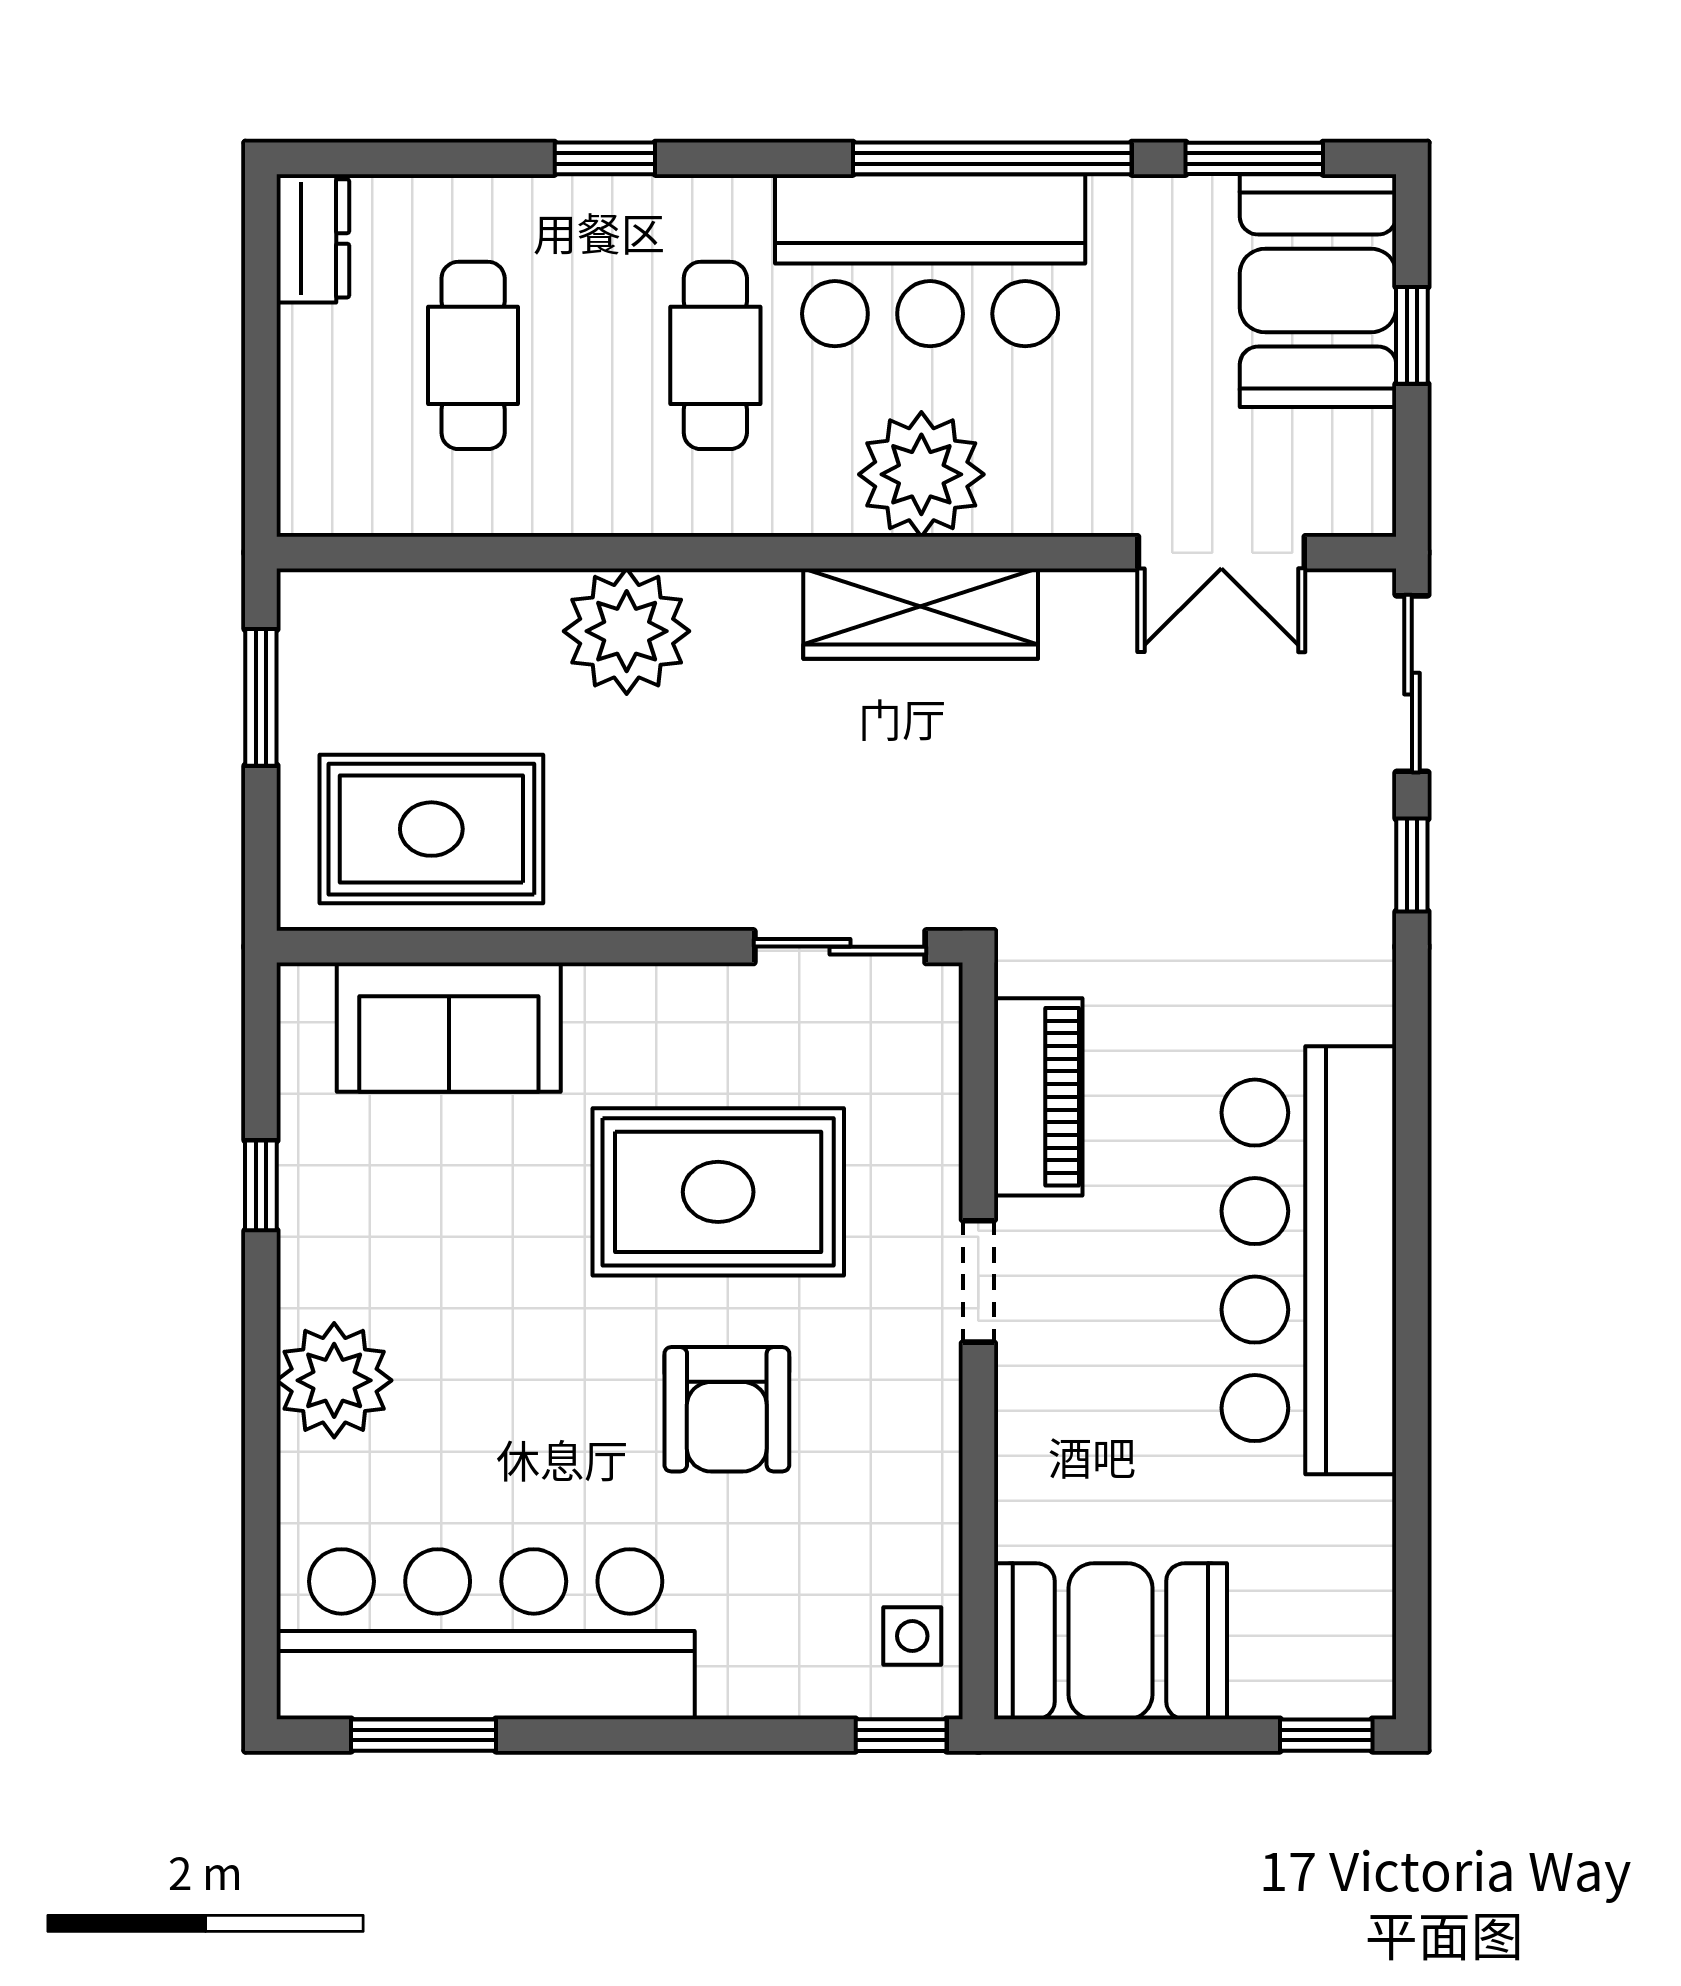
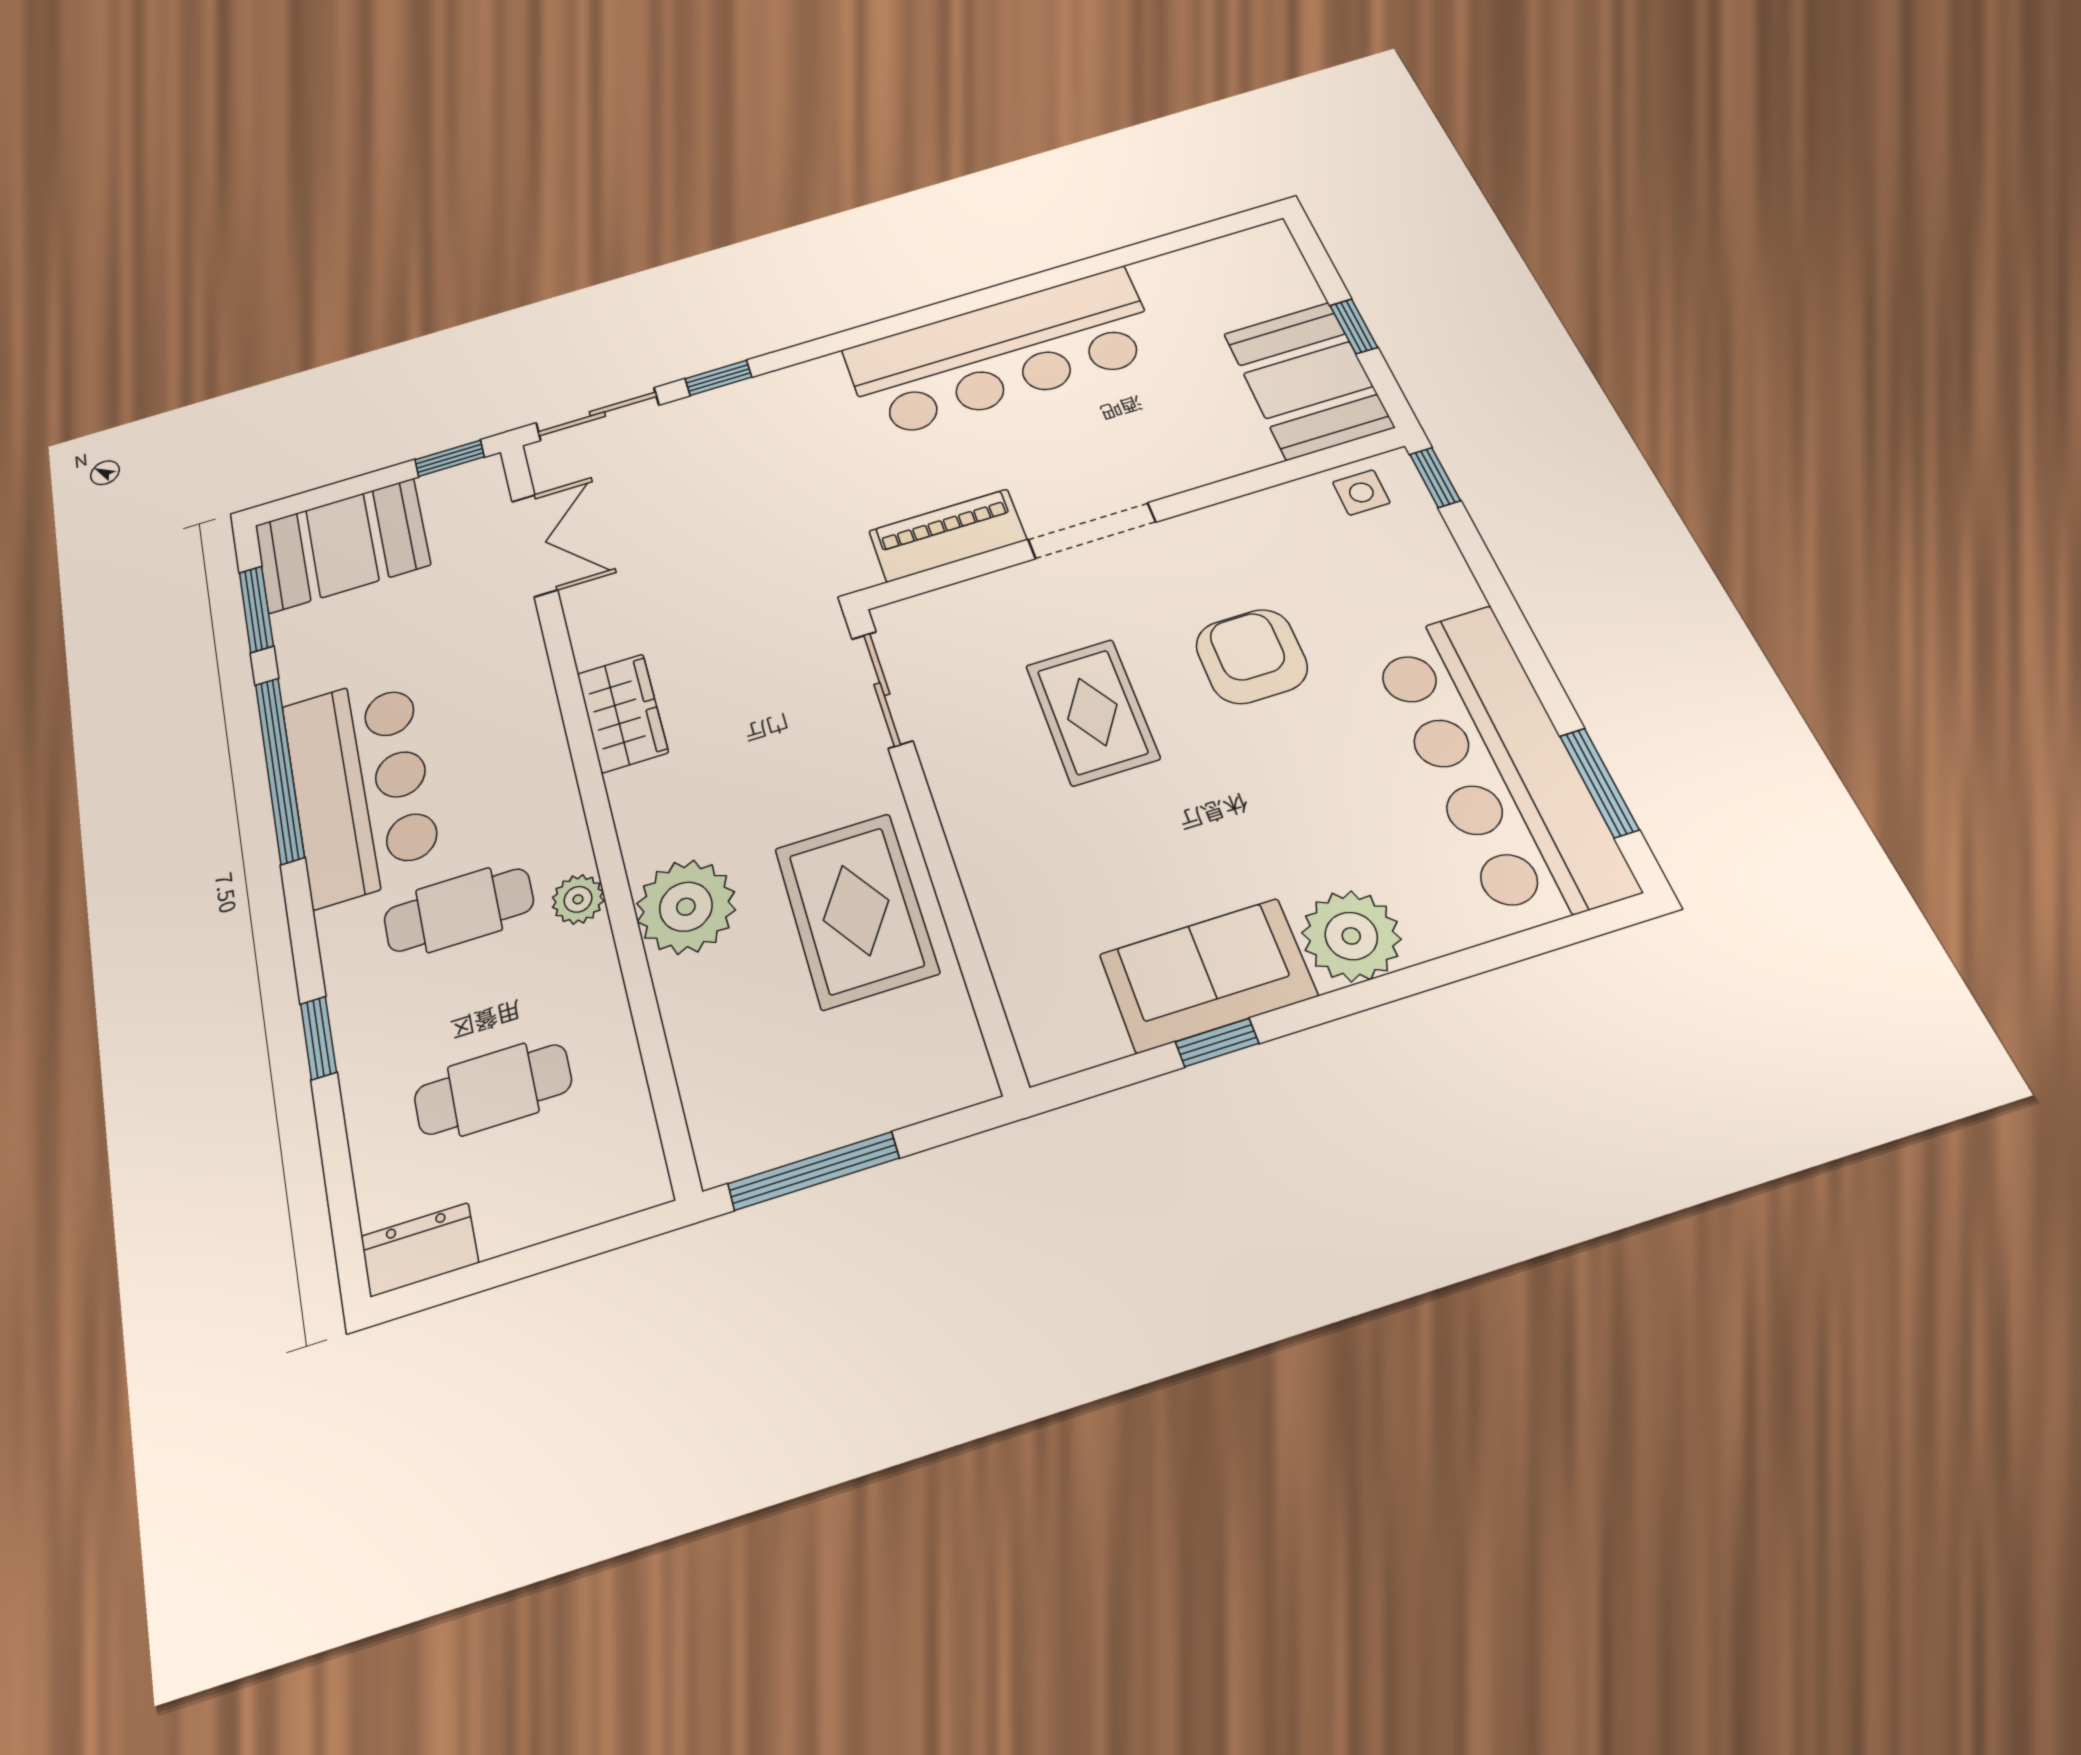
window: (1412, 335) -> (450, 458), moved
plant: (921, 474) -> (578, 899), moved, width x0.53, depth x0.53
wardrobe: (921, 614) -> (622, 713), width x0.67
window: (261, 697) -> (813, 1171), width x1.44
rug: (431, 829) -> (856, 910), moved
sofa: (449, 1027) -> (1208, 975), moved, turned -90
rug: (718, 1192) -> (1092, 712), width x0.73, depth x0.70
doorway: (978, 1281) -> (1092, 531), width x1.38
armchair: (727, 1409) -> (1252, 656), turned -90
window: (1326, 1735) -> (1354, 326), moved

